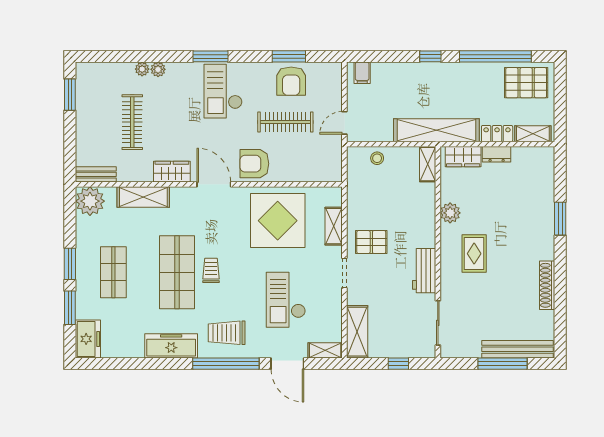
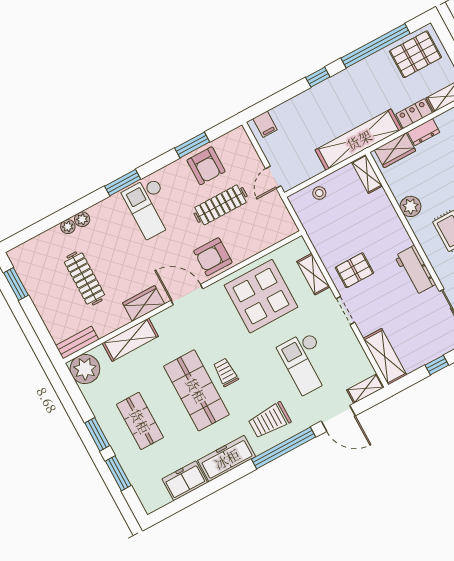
freezer: (88, 339) -> (185, 481), moved, turned -90

